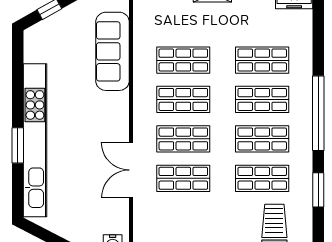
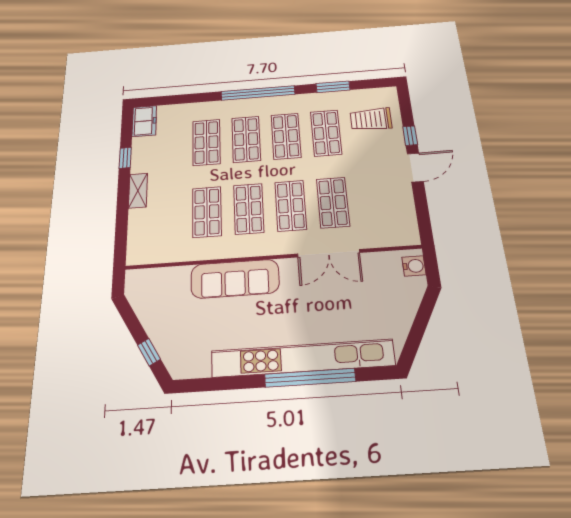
sofa: (113, 51) -> (235, 279), moved
window: (18, 145) -> (310, 378), width x2.11

